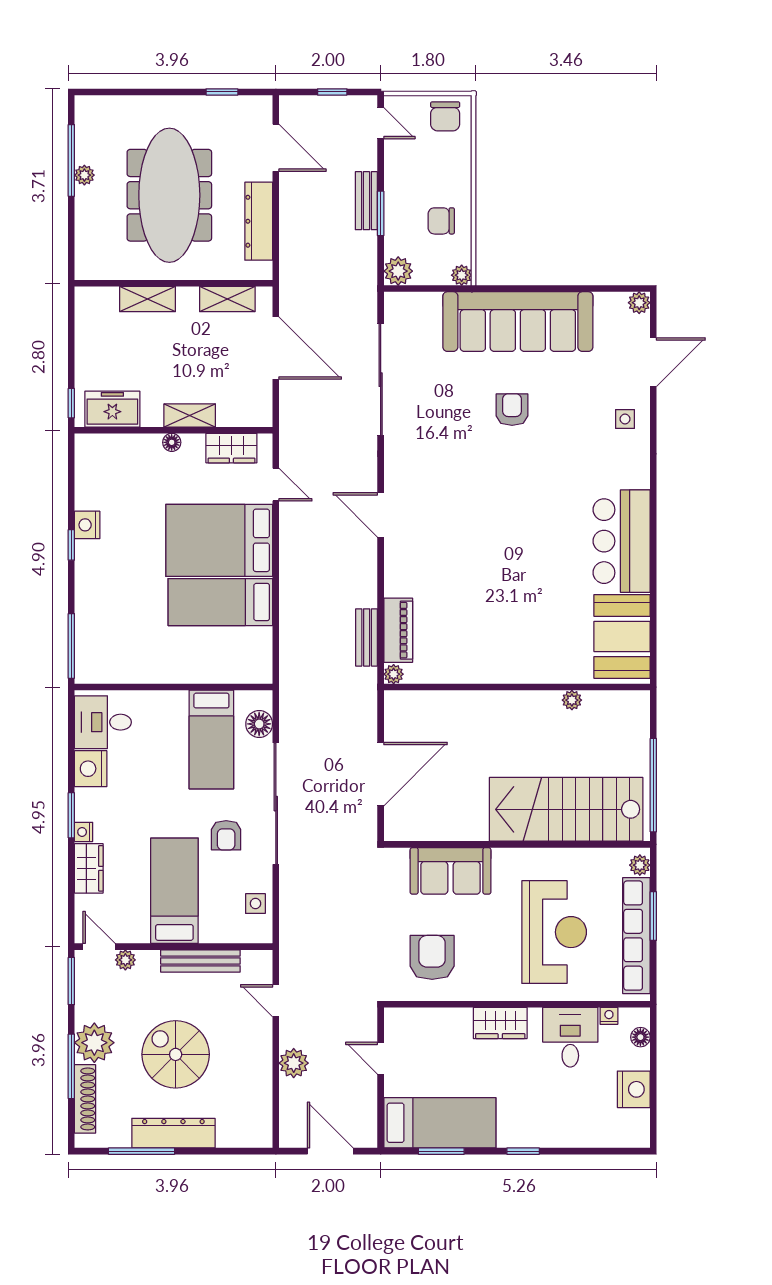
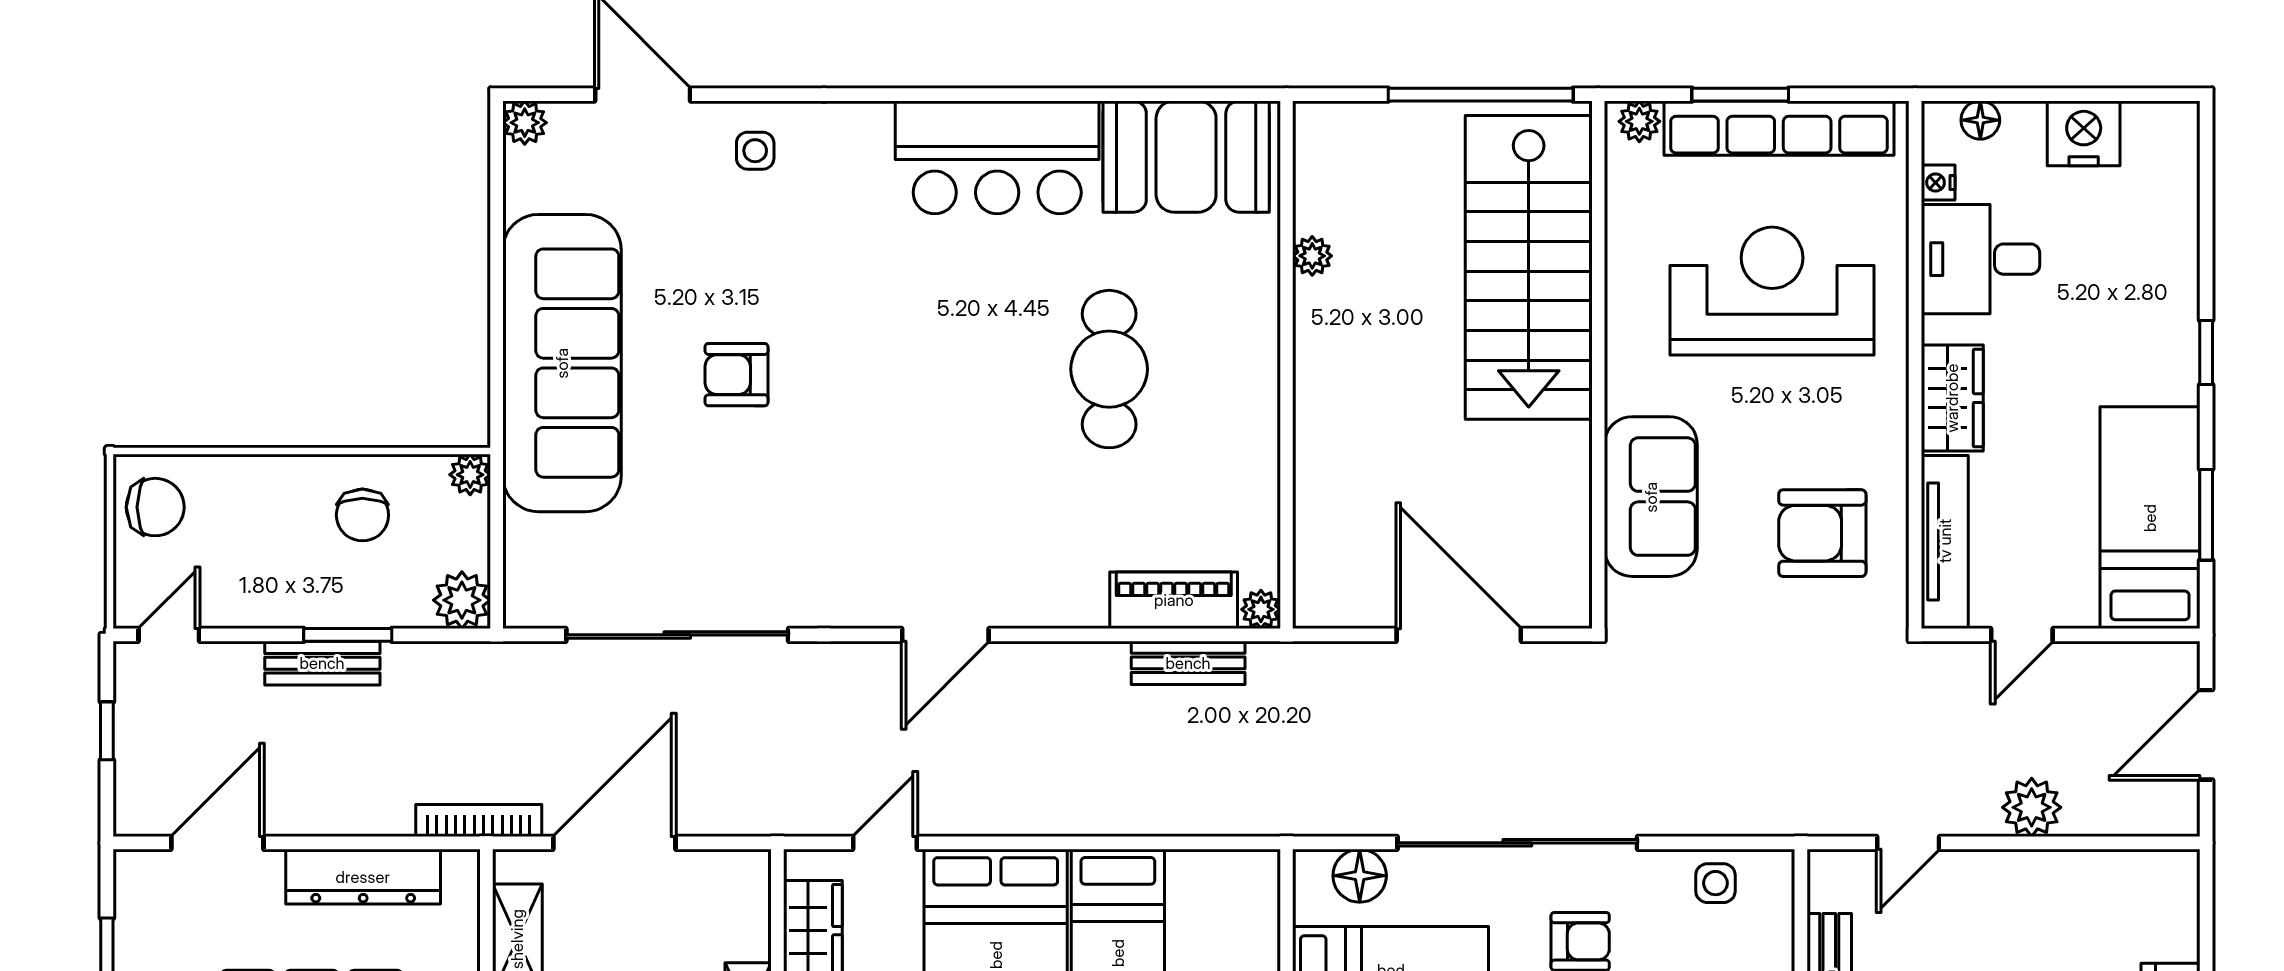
bookcase: (287, 280) -> (479, 820), added
cafe table: (515, 598) -> (1109, 369), added
tv unit: (428, 1019) -> (1945, 541), added

